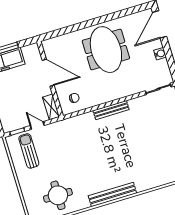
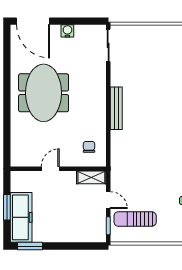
meeting table: (106, 50) -> (44, 93), turned 90
door: (48, 73) -> (50, 169), width x0.53
door: (37, 125) -> (108, 200), swing flipped

